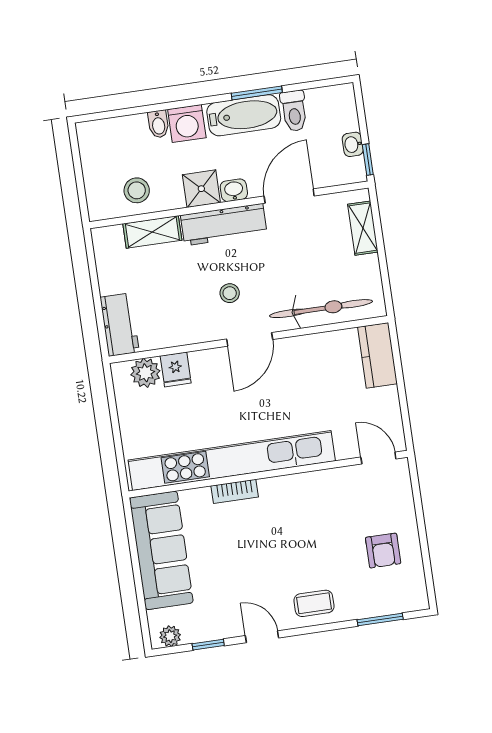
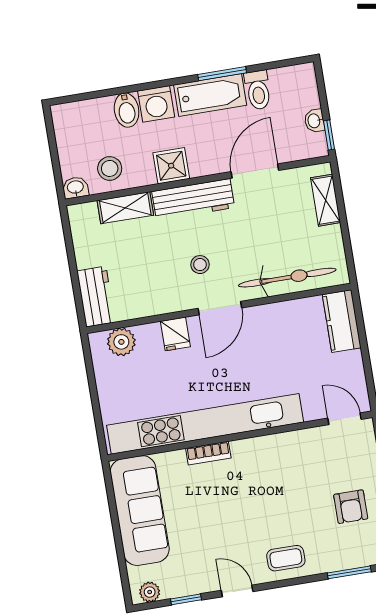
bidet: (158, 124) -> (127, 110), width x1.38, depth x1.36
washbasin: (234, 190) -> (75, 188), moved
fridge: (176, 369) -> (175, 334), moved

